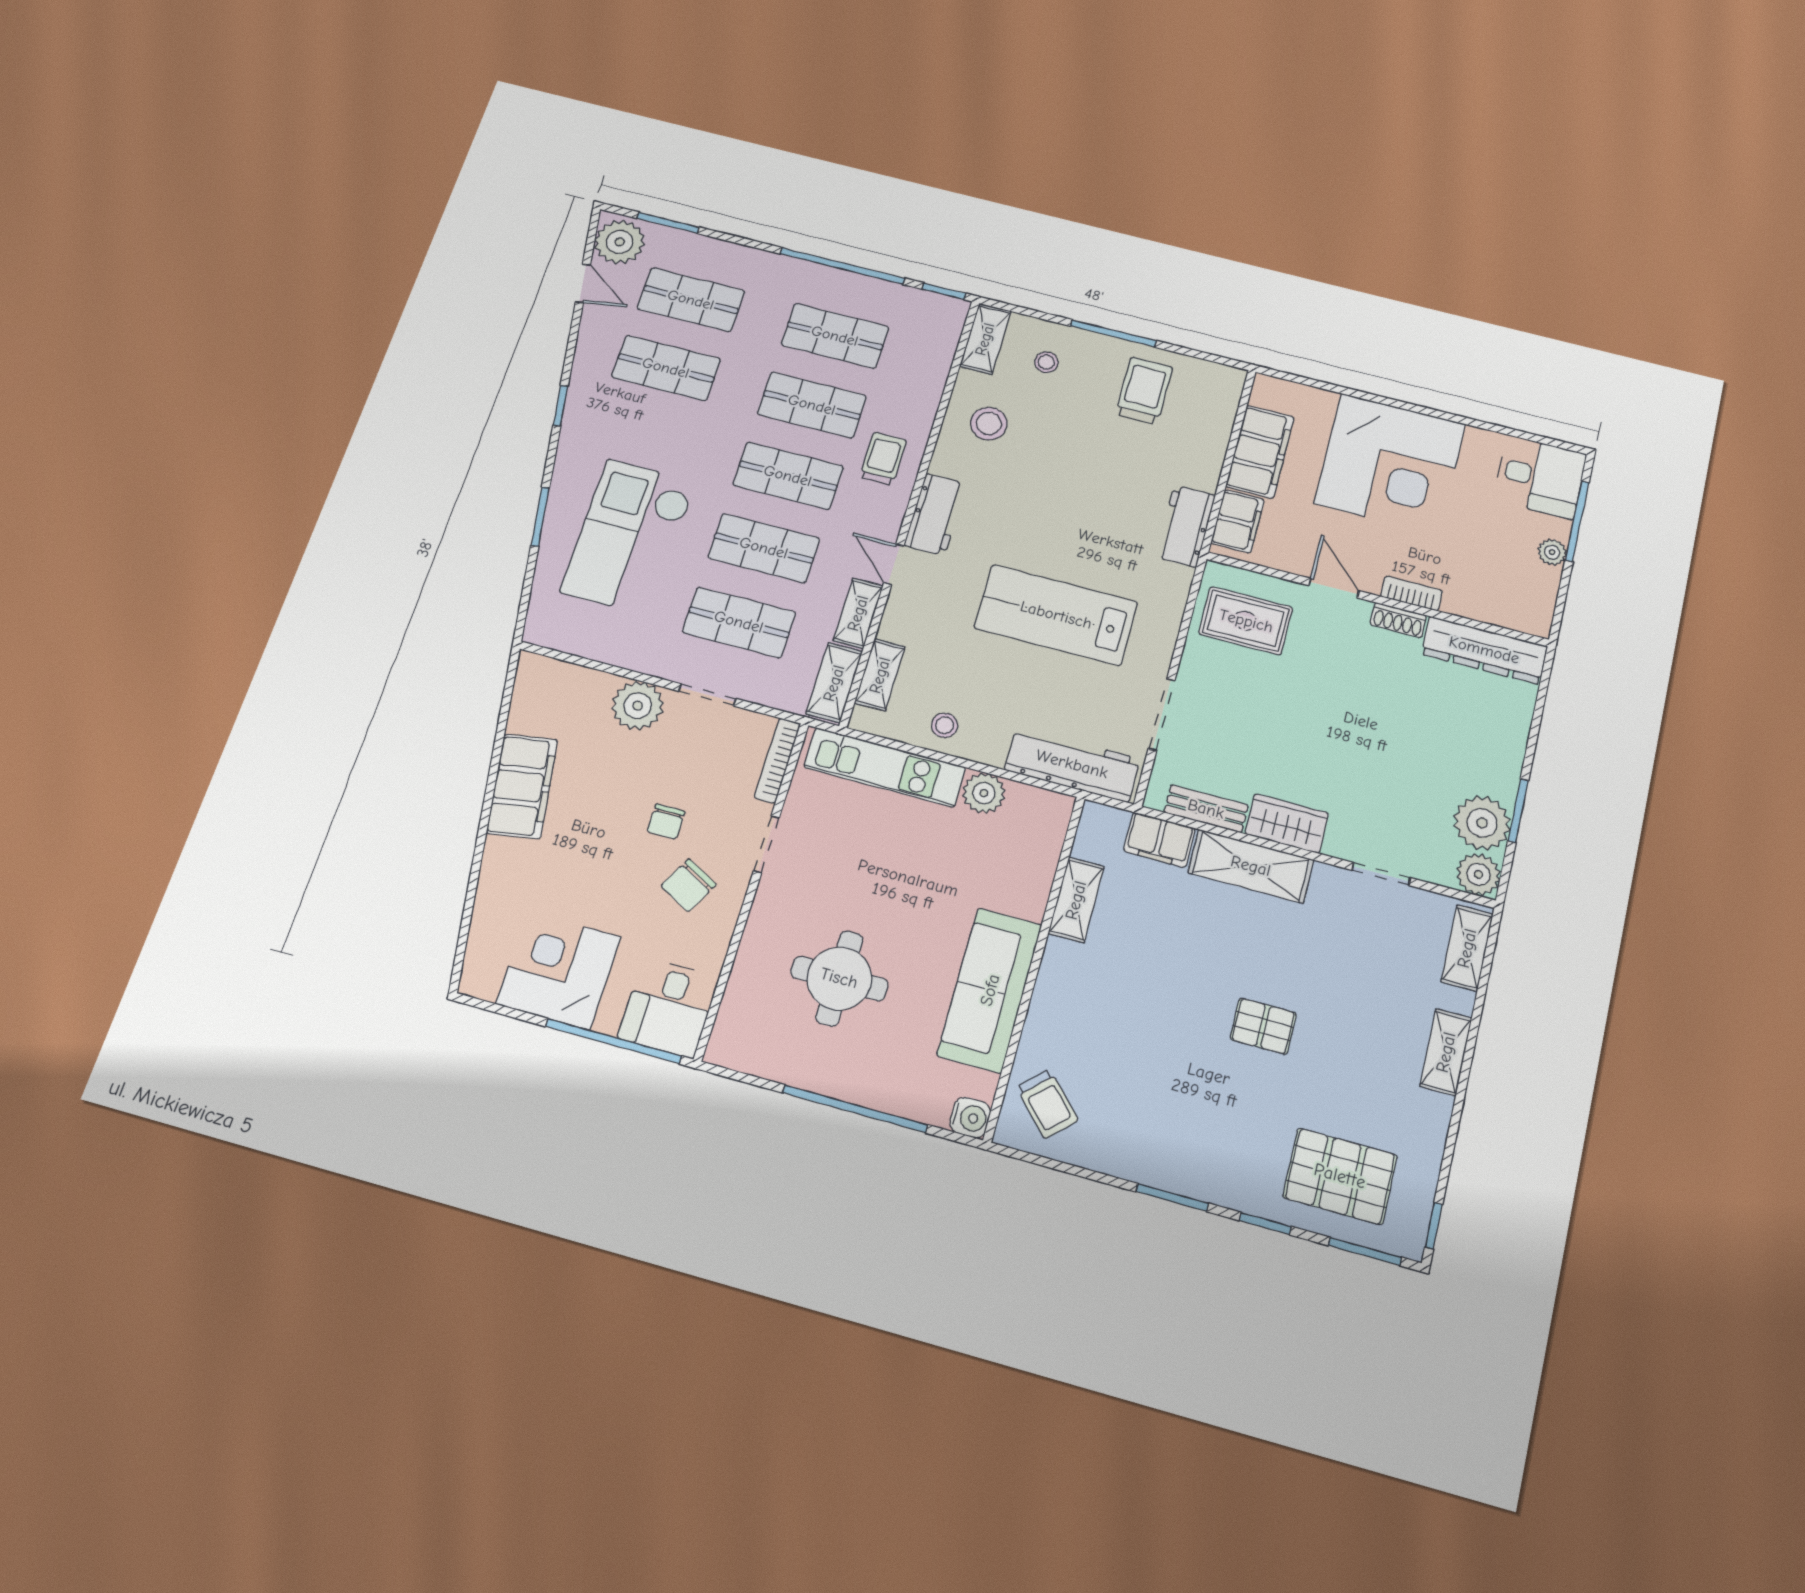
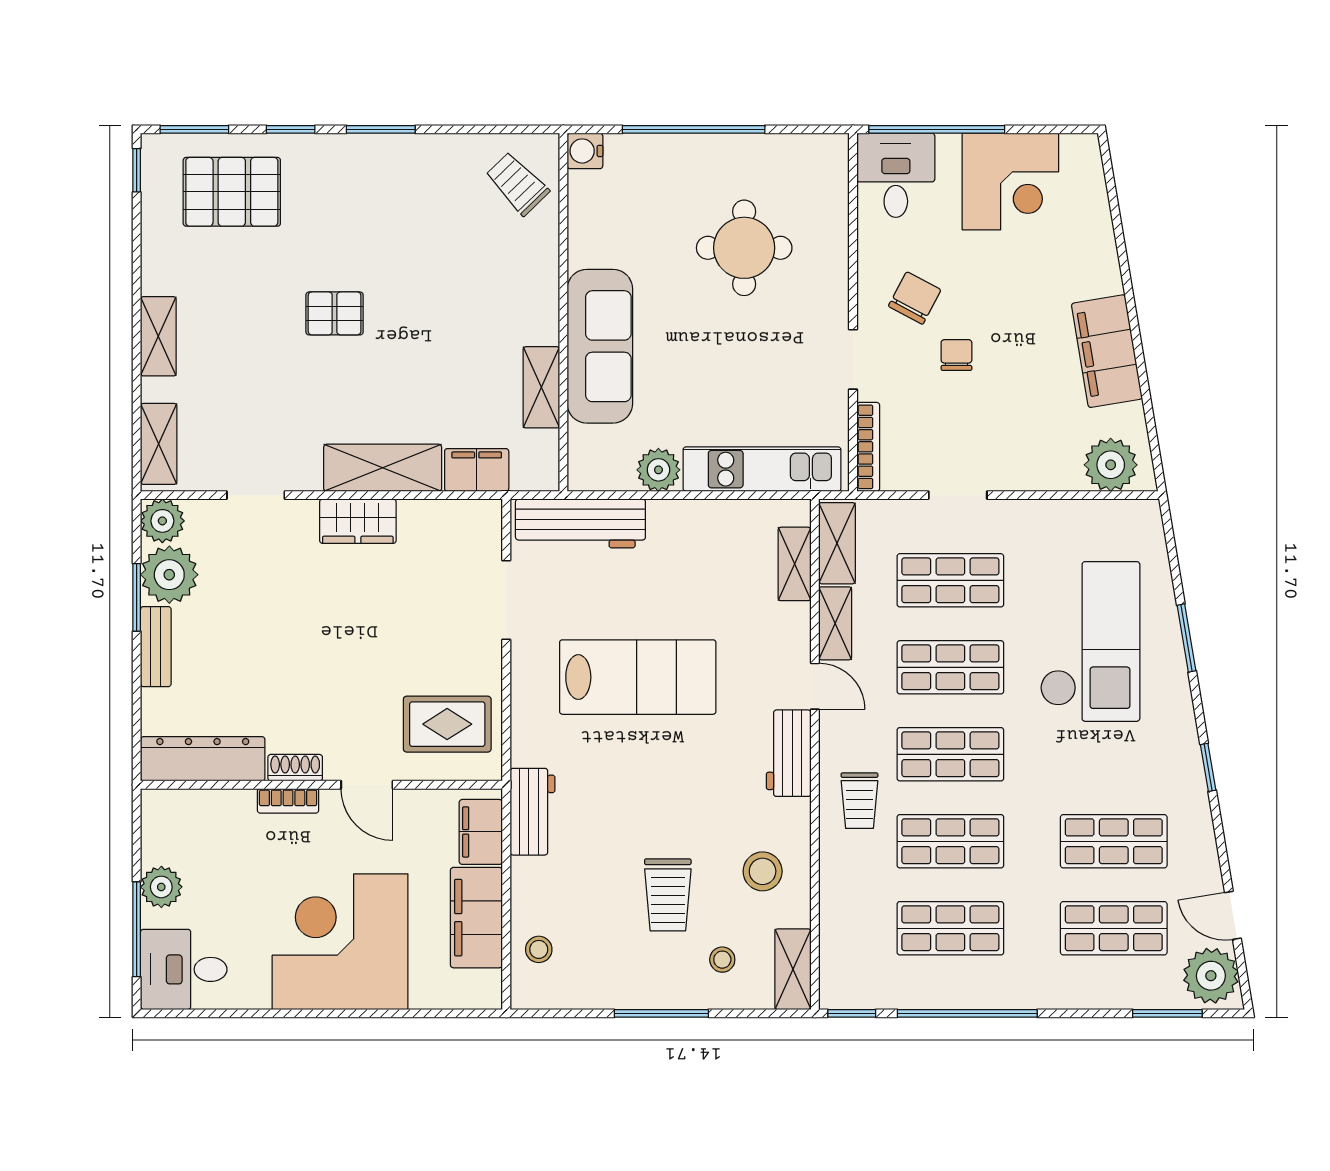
trolley: (1144, 391) -> (668, 895), moved
plant: (1552, 552) -> (161, 887), width x1.38, depth x1.38
plant: (638, 706) -> (1111, 465), moved
stool: (945, 725) -> (539, 949), moved
bench: (1206, 809) -> (156, 647), moved, turned 90
sofa: (990, 990) -> (600, 346), moved

